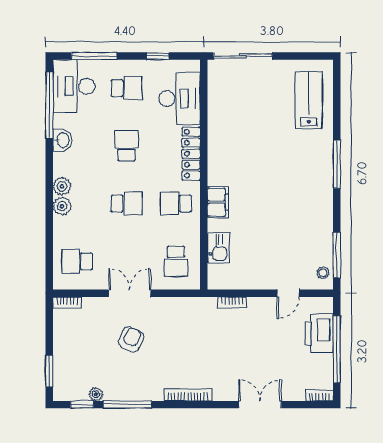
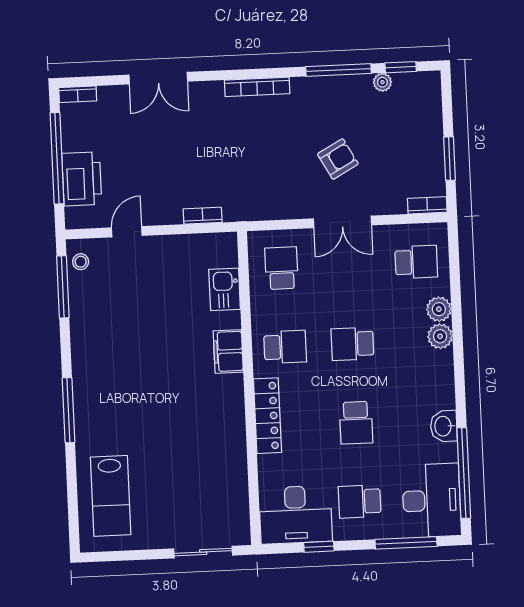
sliding door: (243, 56) -> (203, 552), width x0.73
desk: (180, 99) -> (296, 515), moved, turned -90
plant: (62, 186) -> (439, 309), moved
armchair: (131, 339) -> (338, 159), turned -144
window: (49, 371) -> (450, 159), moved

